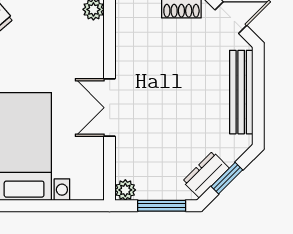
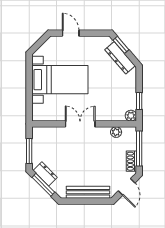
window: (227, 178) -> (43, 185), width x1.50
plant: (125, 190) -> (116, 132), moved

